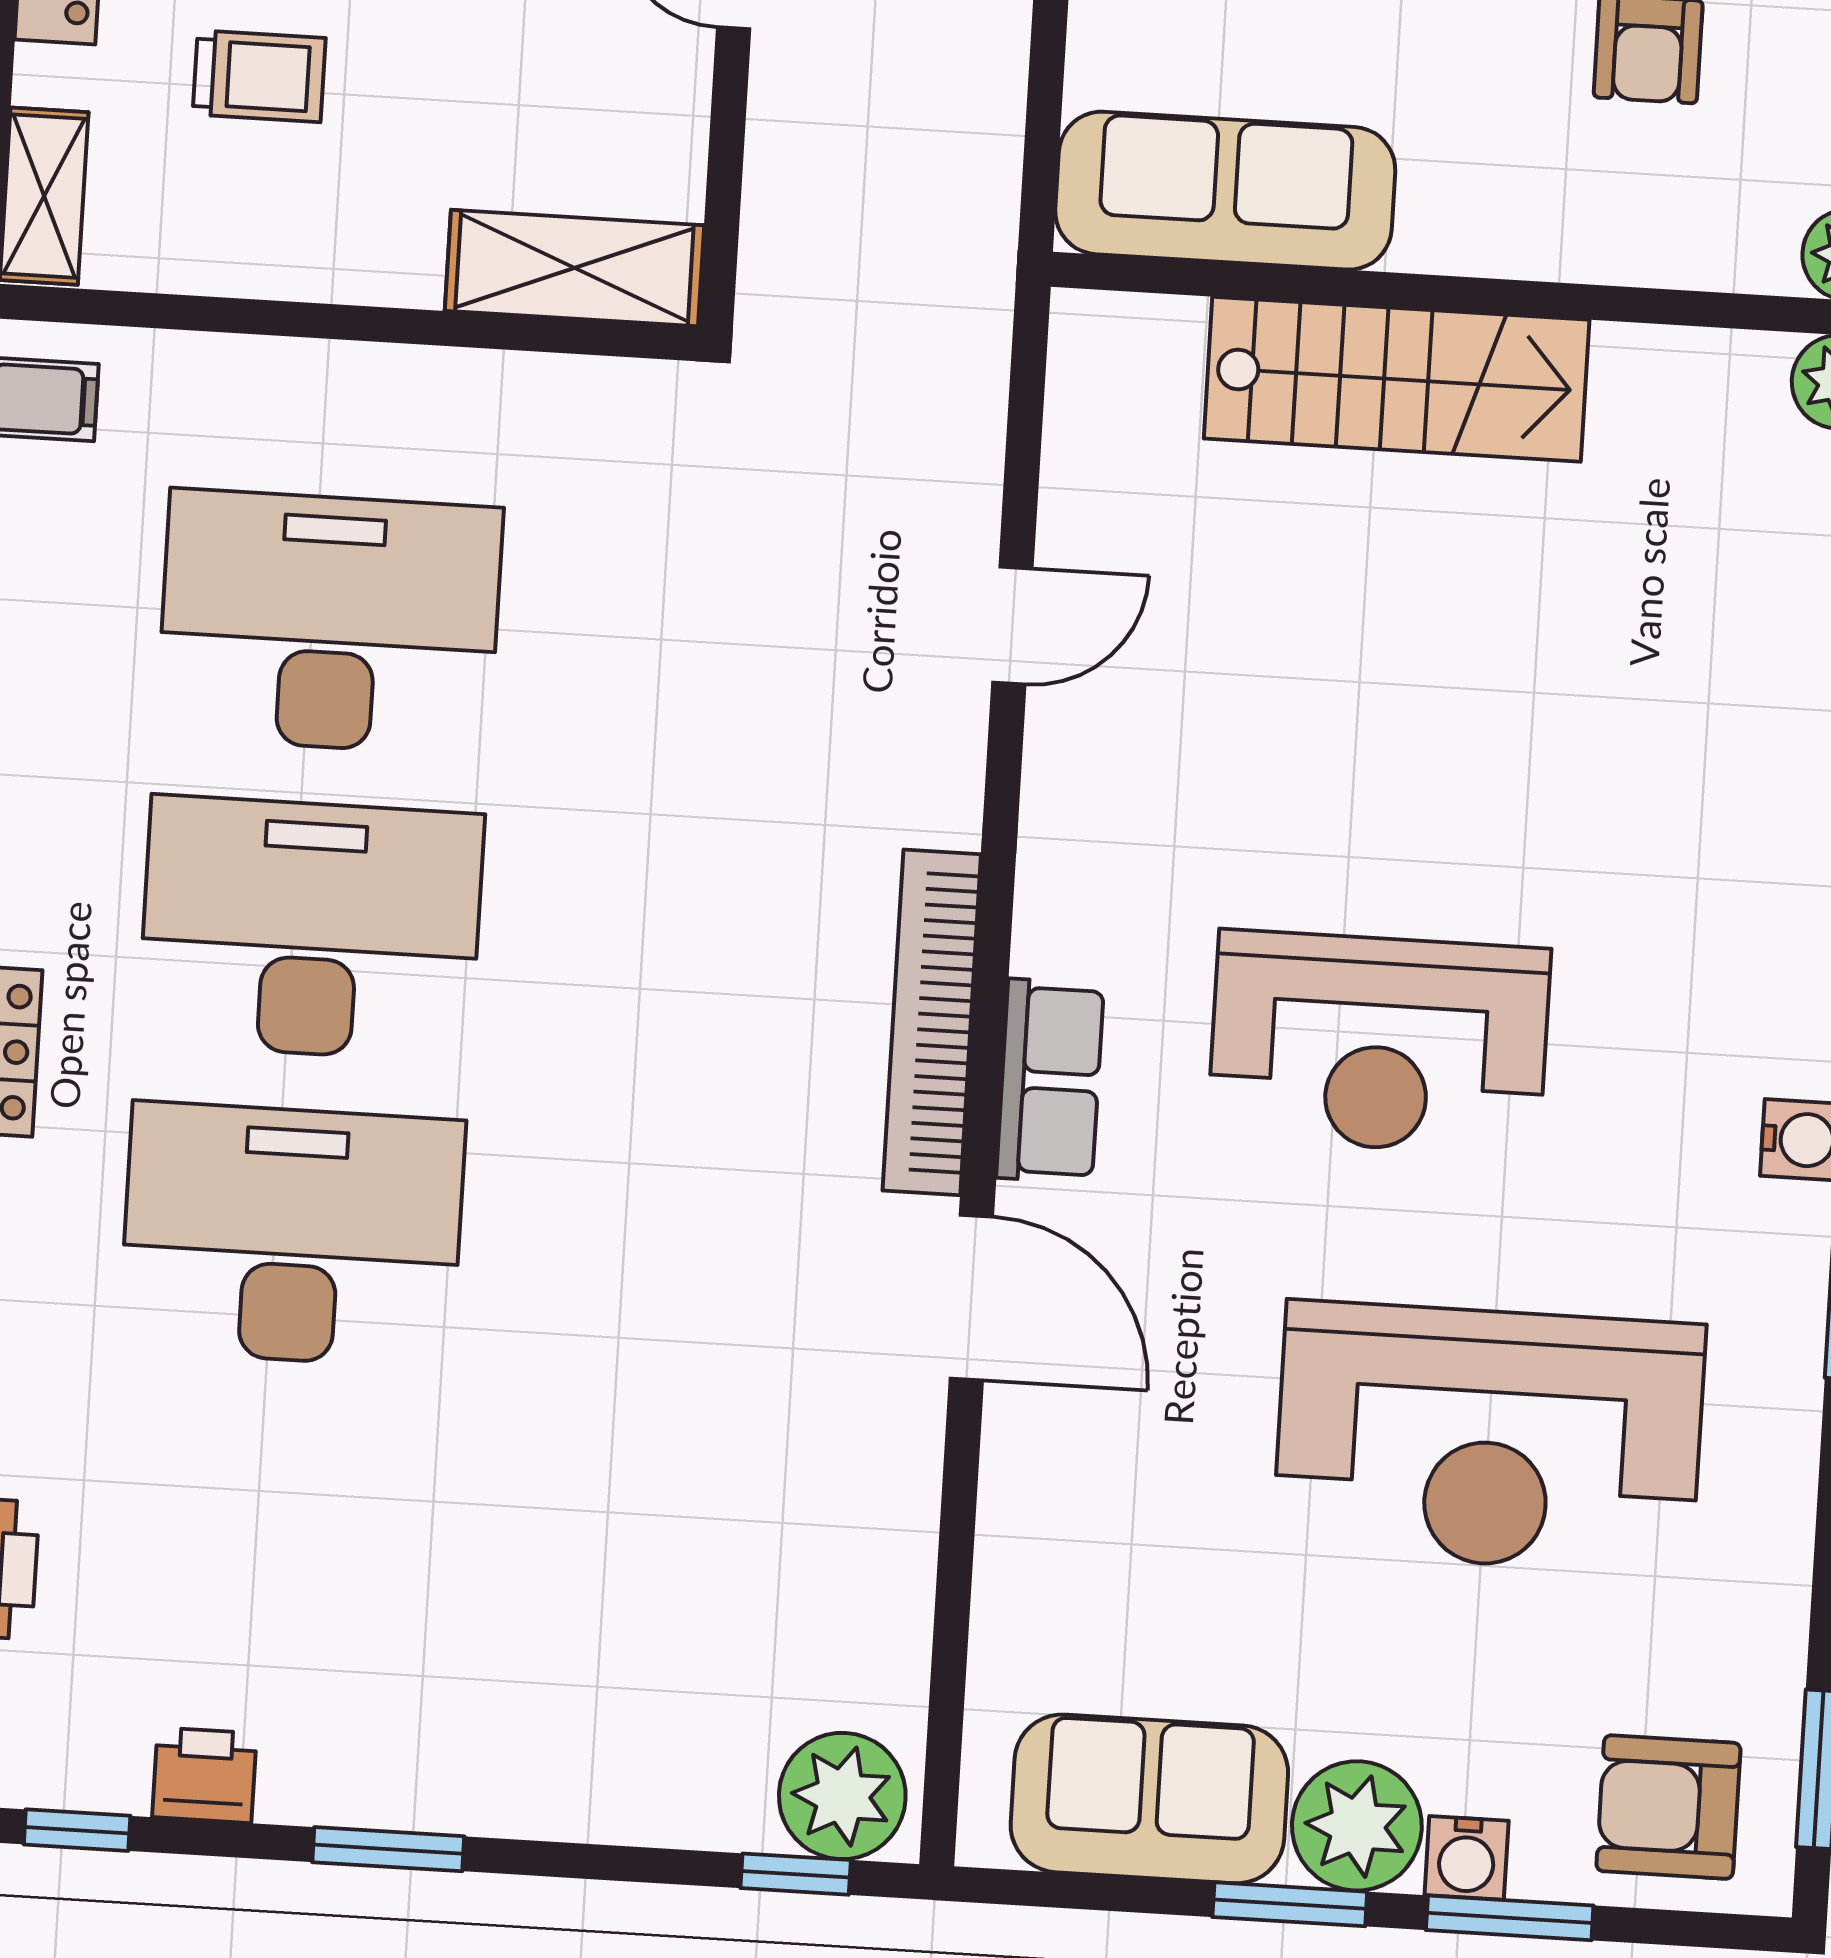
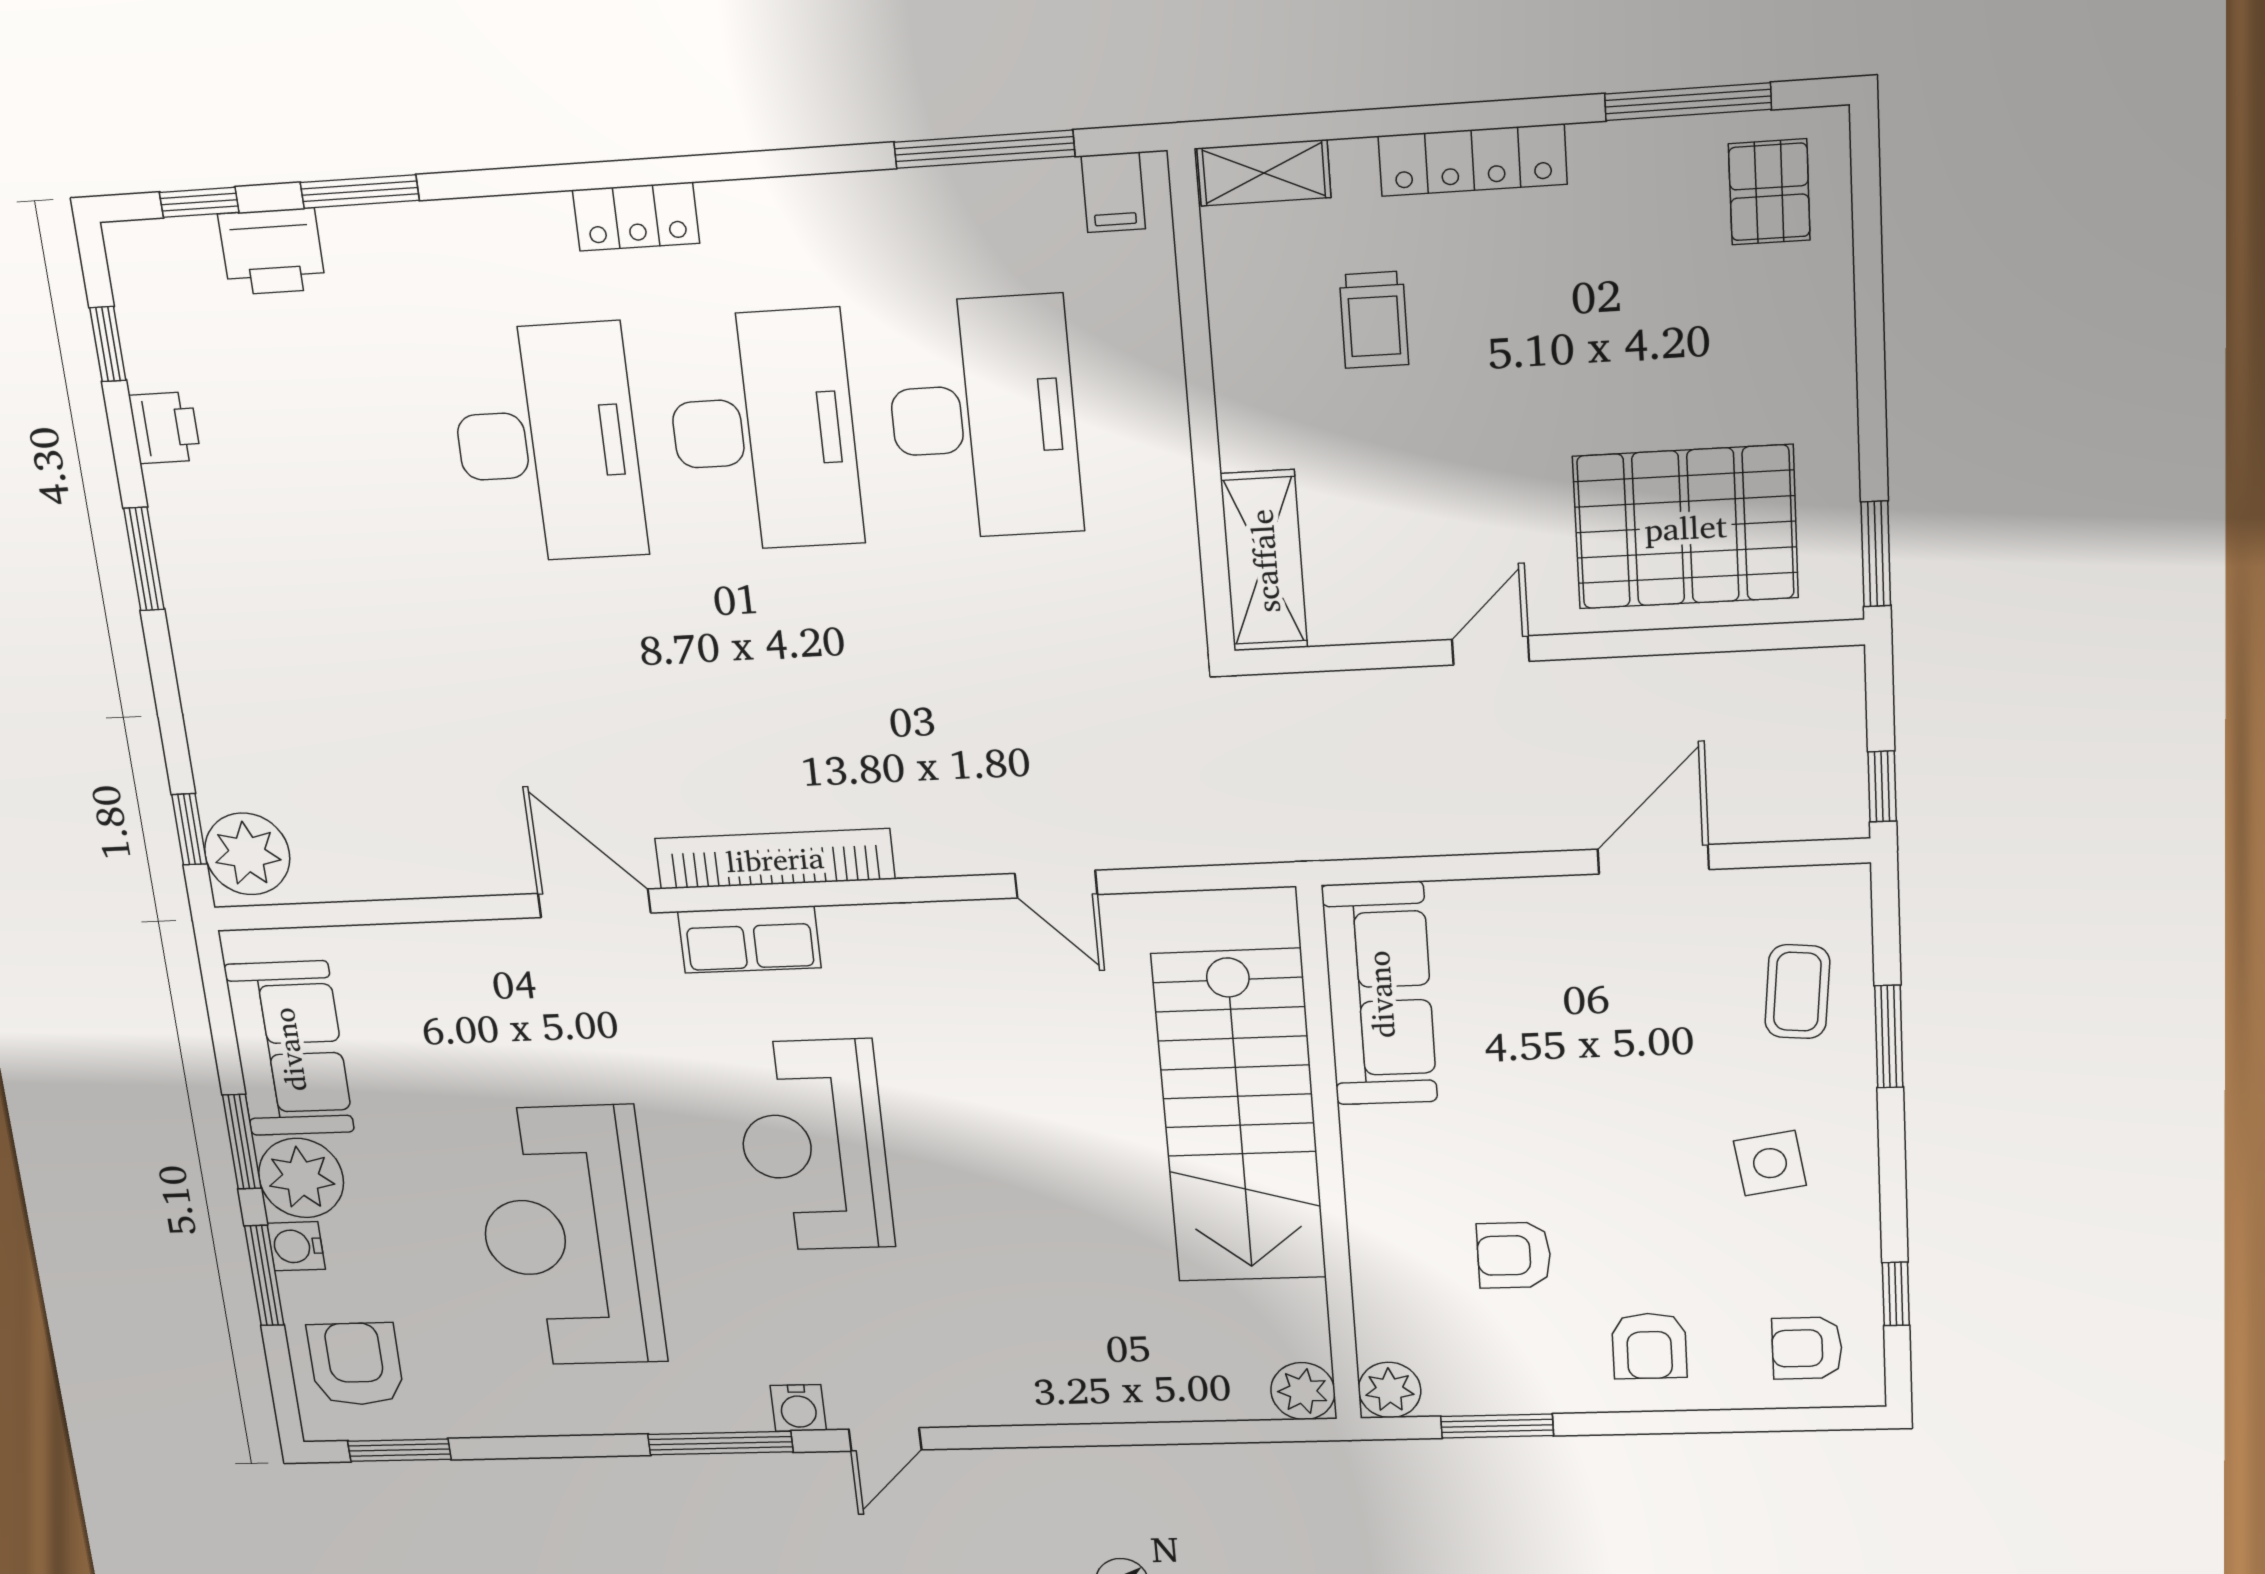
stairs: (1397, 379) -> (1239, 1117), width x1.36, depth x1.51
door: (971, 1297) -> (594, 903), swing flipped

